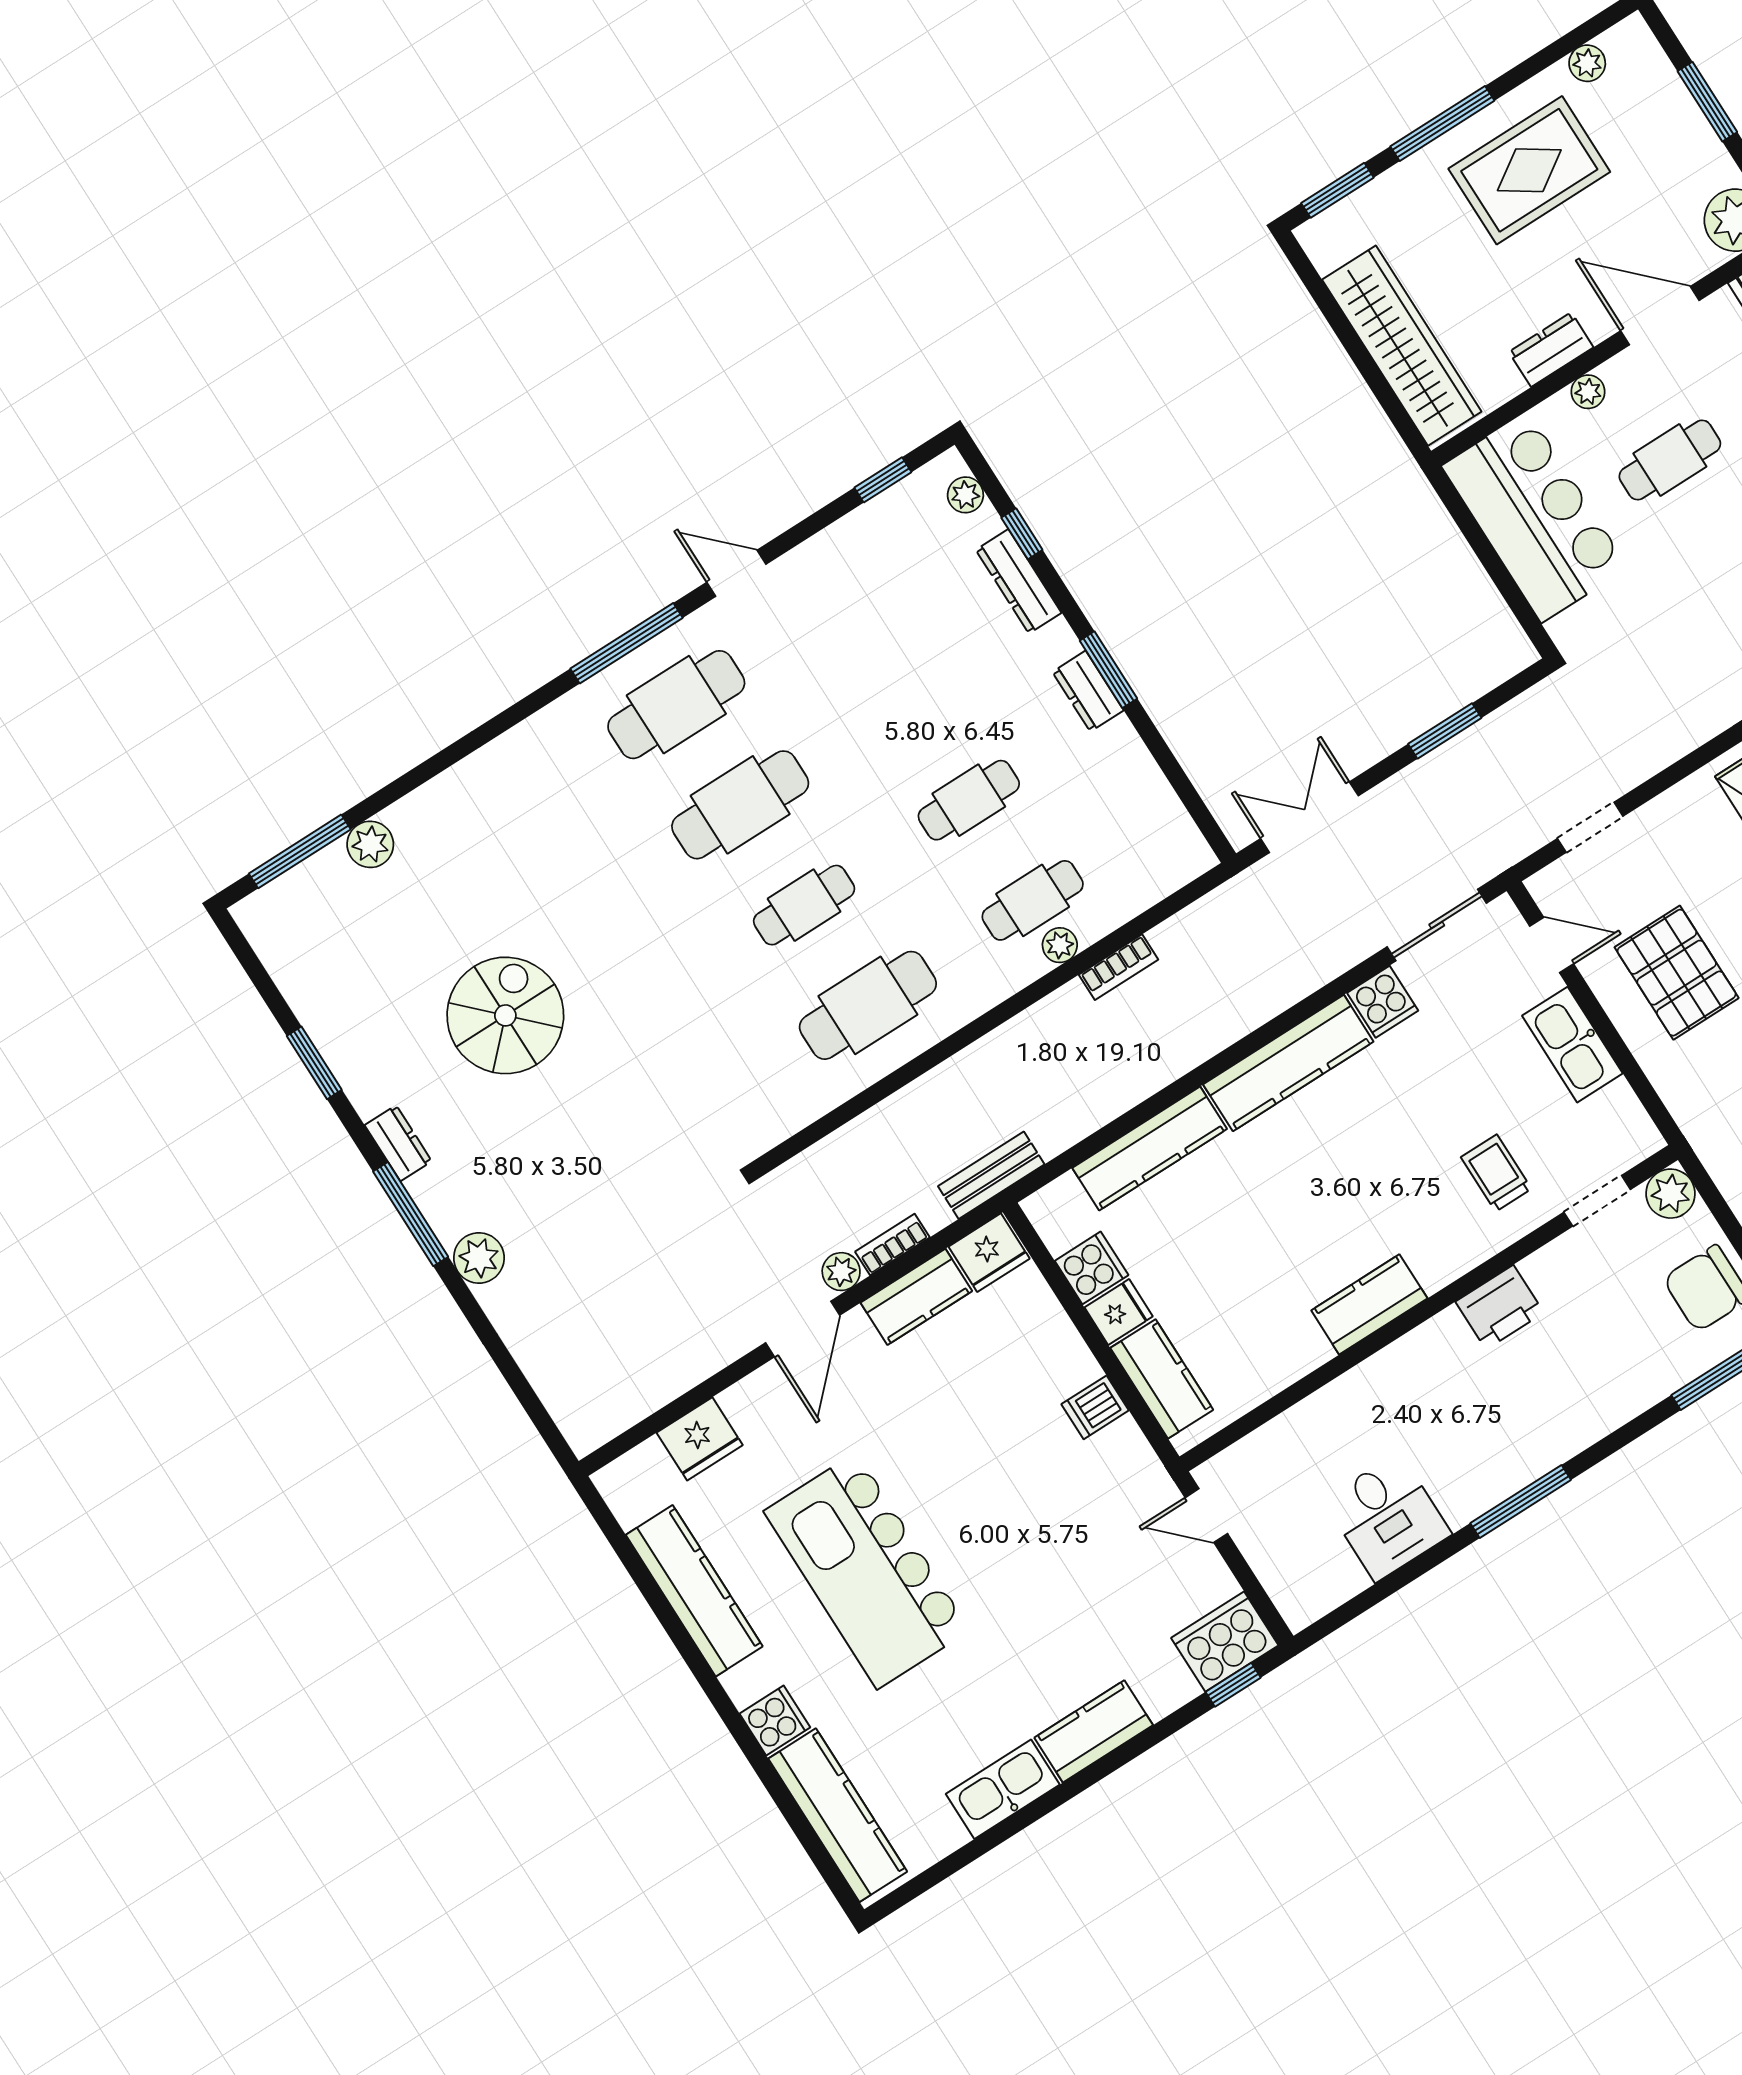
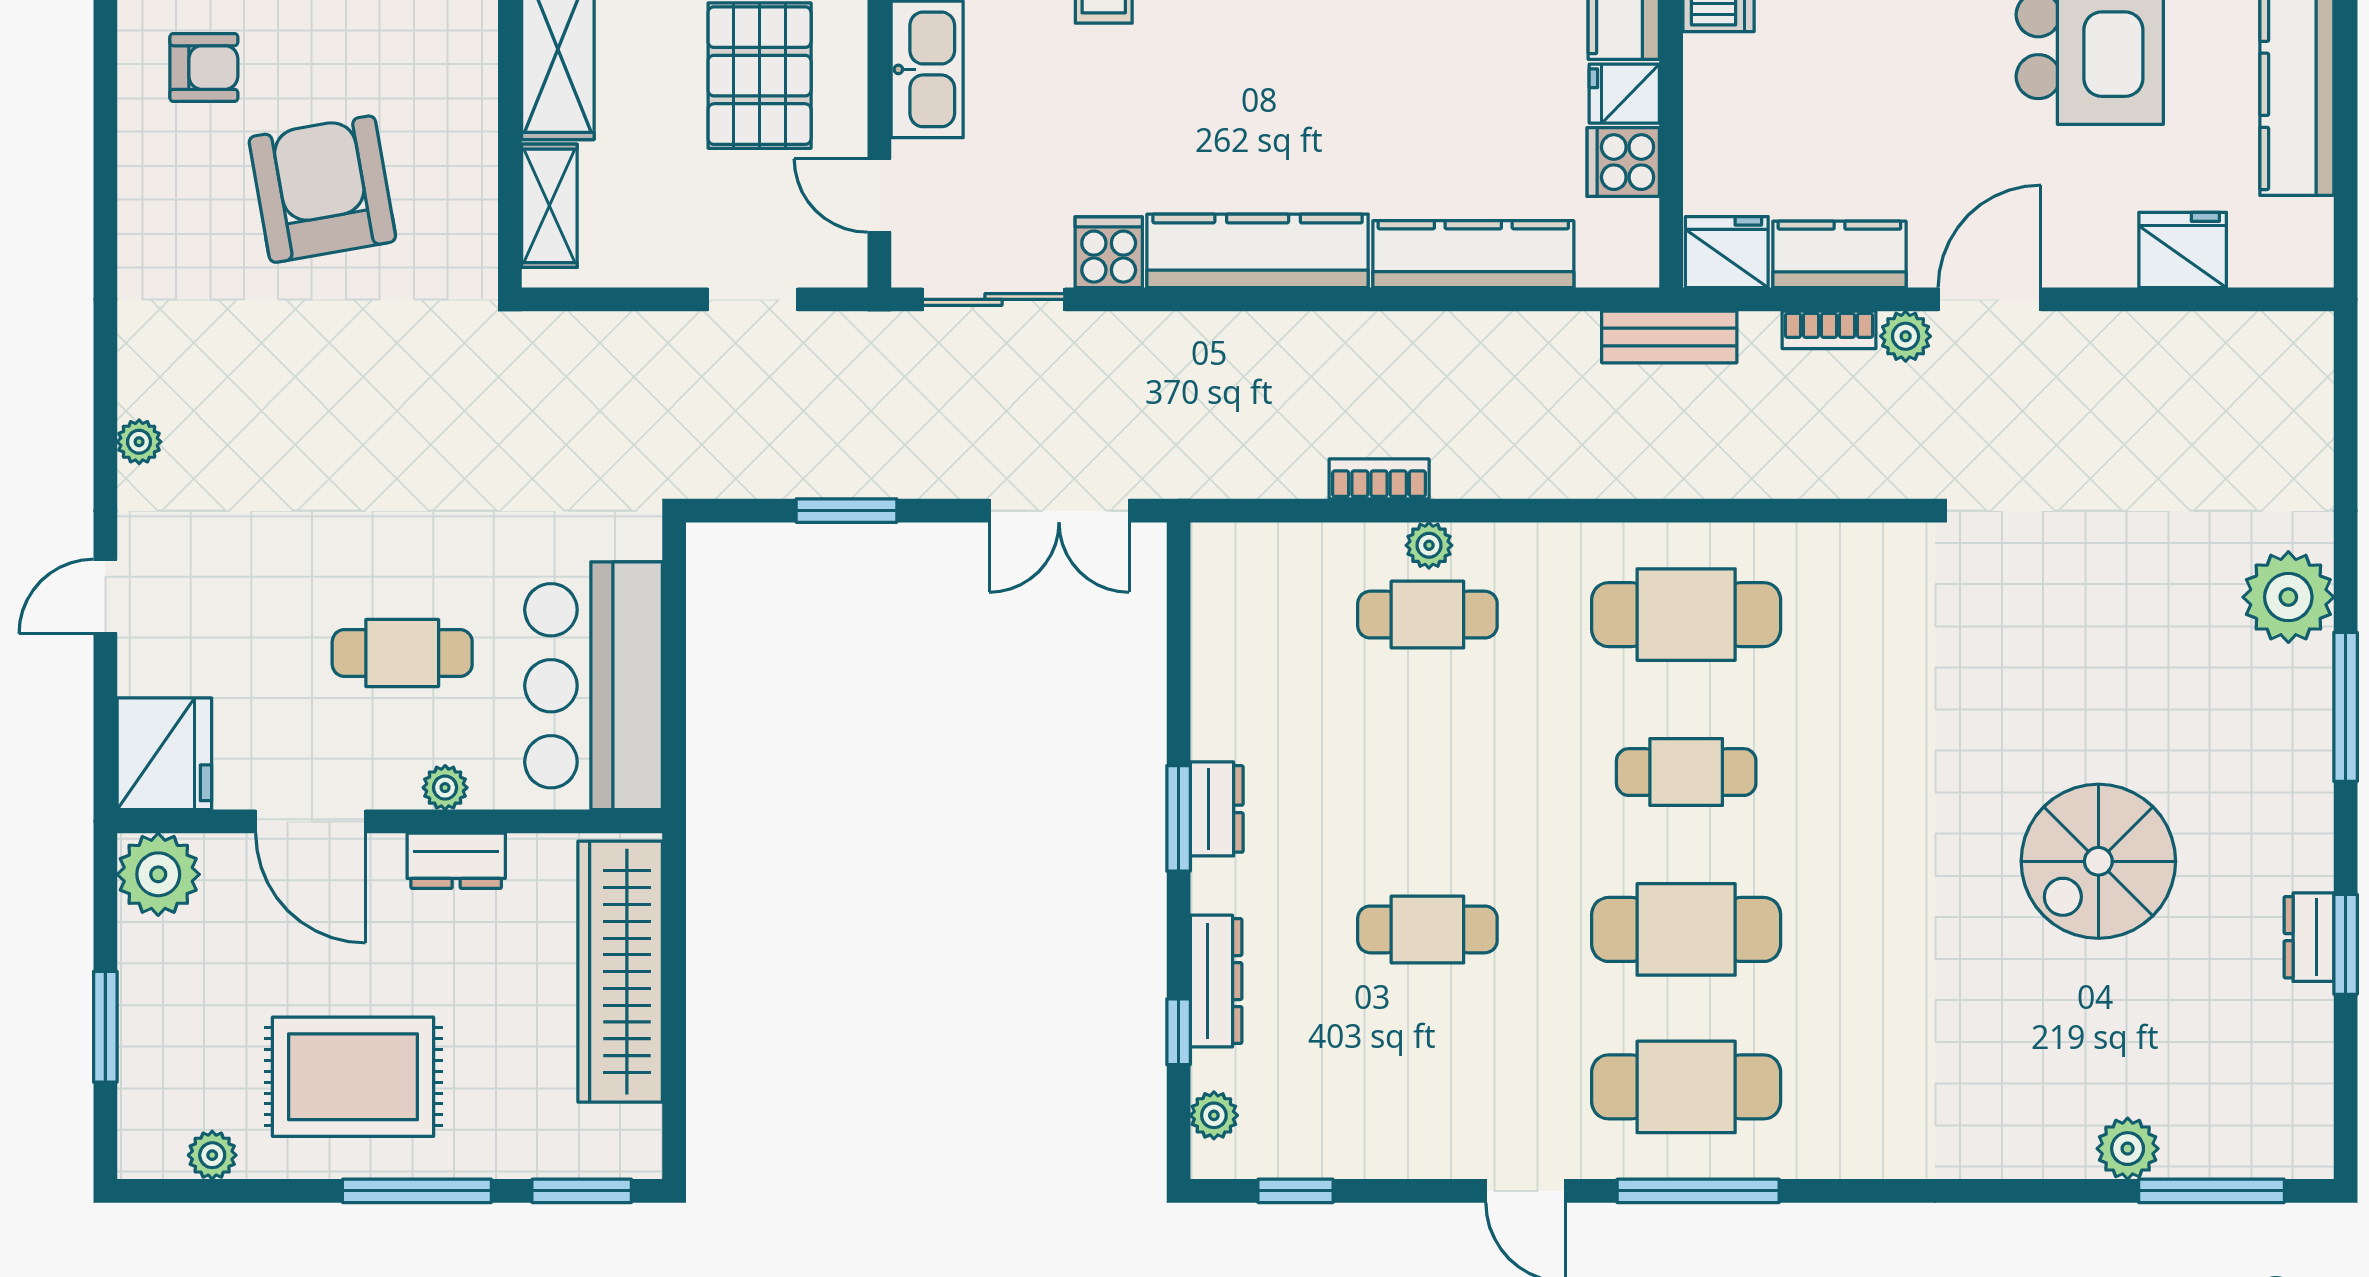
cafe table: (969, 800) -> (1427, 929), moved
dresser: (398, 1143) -> (2309, 937), moved
plant: (479, 1258) -> (2288, 597), width x1.36, depth x1.36

